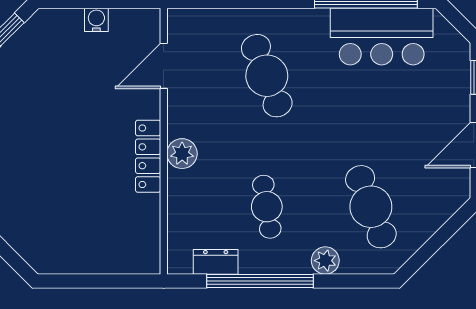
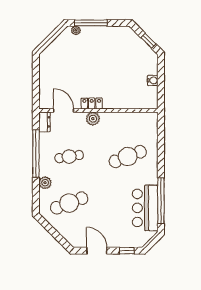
door: (164, 66) -> (64, 111), moved
locker: (148, 156) -> (92, 103), width x0.66
dresser: (216, 262) -> (45, 122), moved

